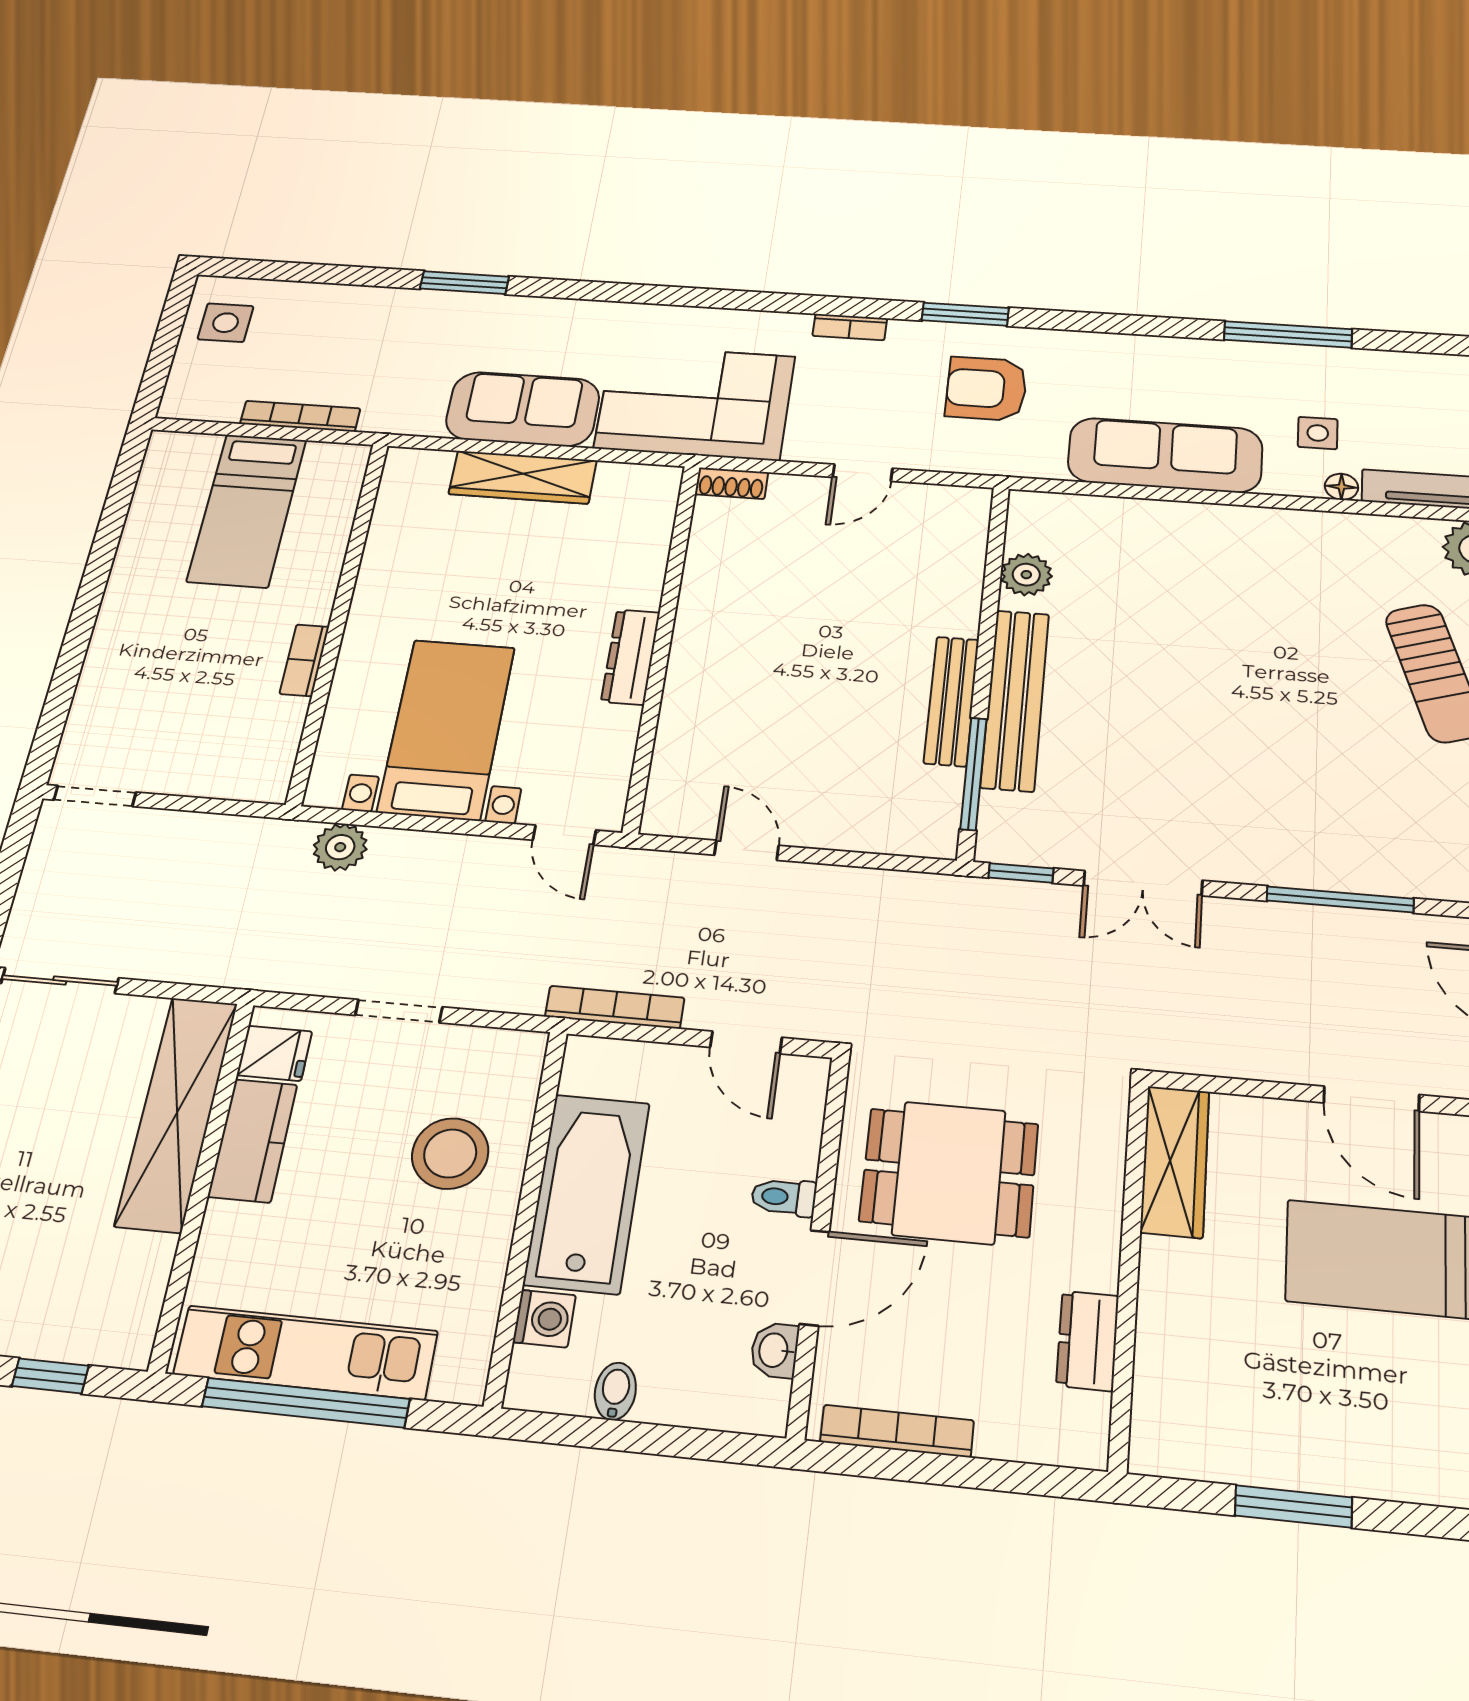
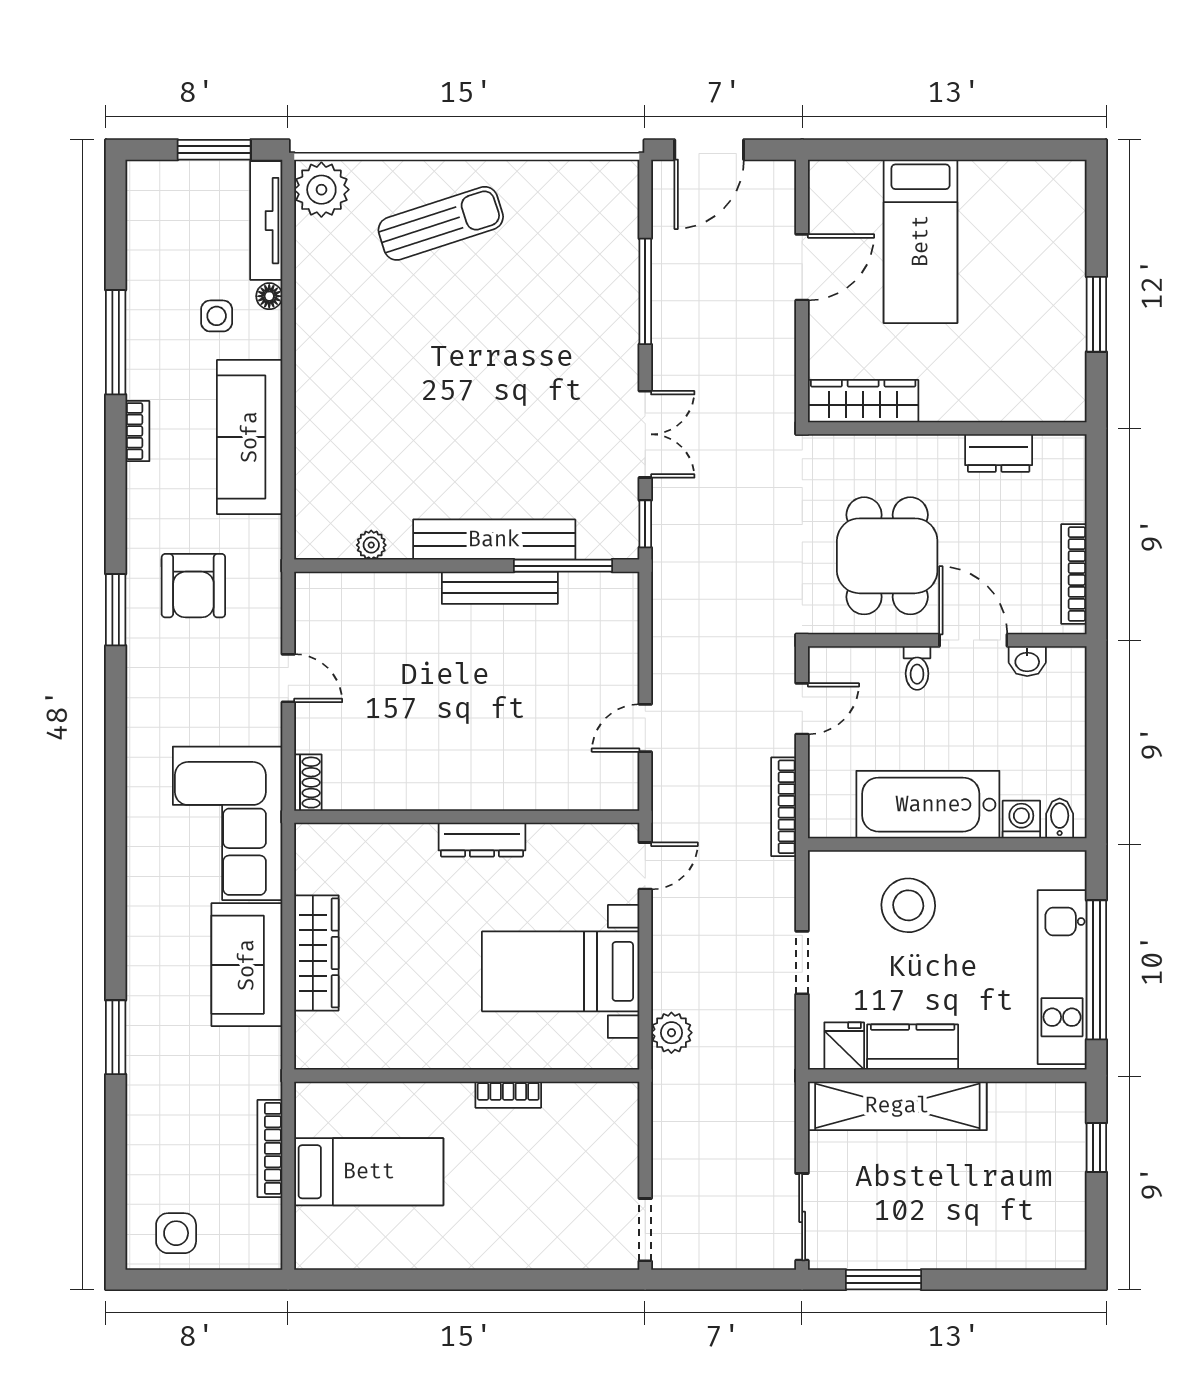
bookcase: (850, 327) -> (137, 431), moved
plant: (1026, 575) -> (371, 545), width x0.73, depth x0.73
bidet: (615, 1391) -> (1060, 818), moved, turned 90

